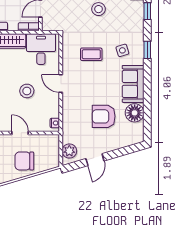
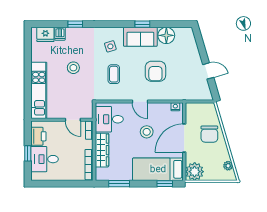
window: (147, 50) -> (142, 24), moved
door: (61, 83) -> (140, 101), hinge flipped
armchair: (104, 116) -> (155, 71), moved
door: (20, 133) -> (184, 138), width x1.88
plant: (69, 151) -> (200, 94), removed

